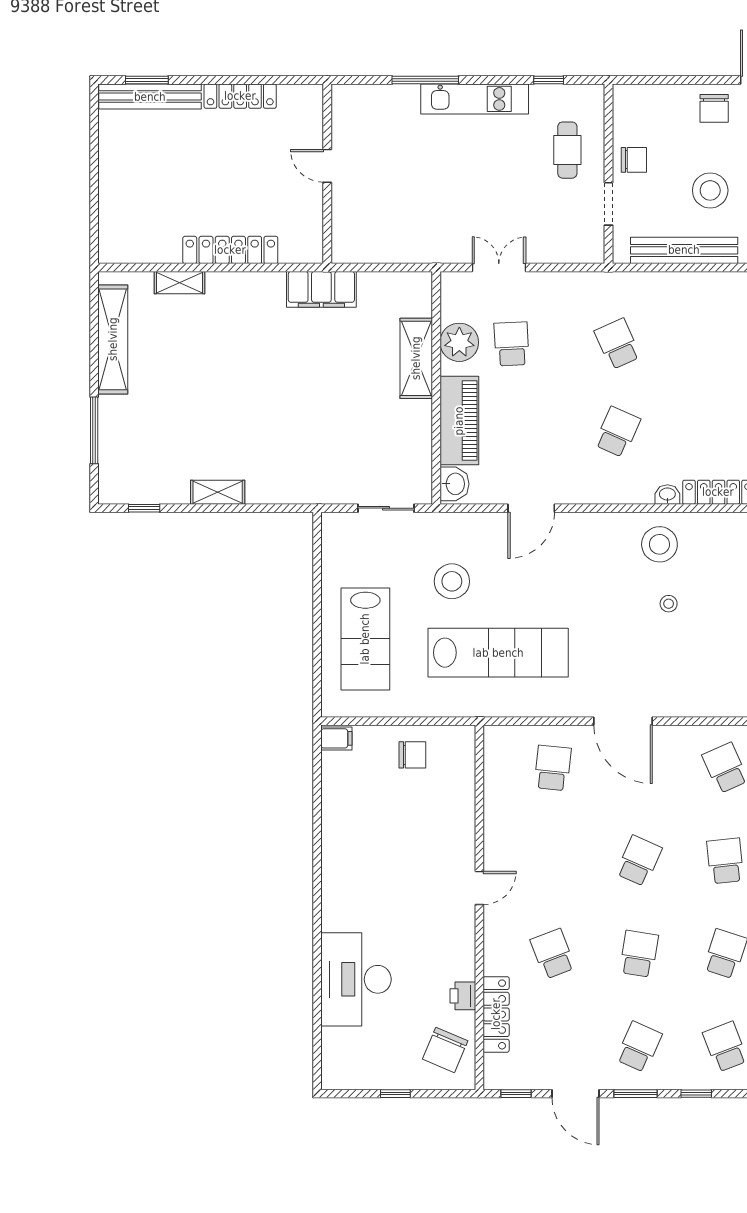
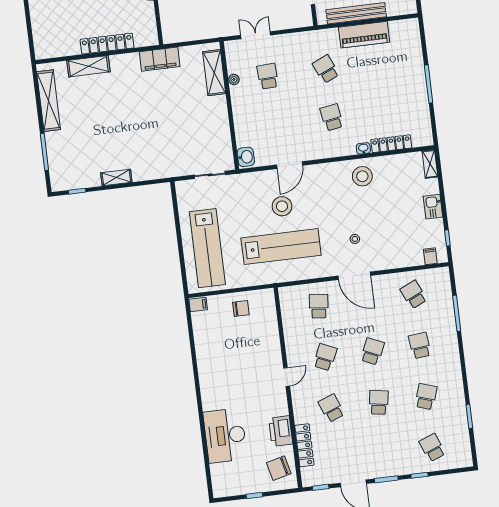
shelving: (180, 283) -> (88, 66), width x1.50, depth x1.33
plant: (459, 342) -> (234, 79), width x0.53, depth x0.53
shelving: (416, 358) -> (214, 73), moved
piano: (459, 421) -> (364, 35), moved, turned 90
school desk: (617, 432) -> (332, 117), turned -33
stool: (452, 581) -> (282, 206), moved
stool: (669, 604) -> (355, 239), moved
lab bench: (365, 639) -> (207, 248), width x1.36
printer: (463, 996) -> (281, 431), width x1.87, depth x1.48
school desk: (639, 1047) -> (325, 357), moved
chair: (445, 1050) -> (279, 468), turned 53

